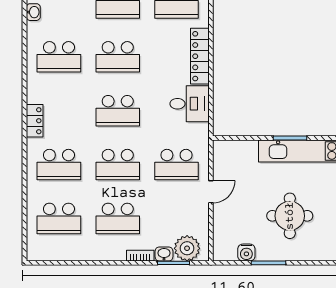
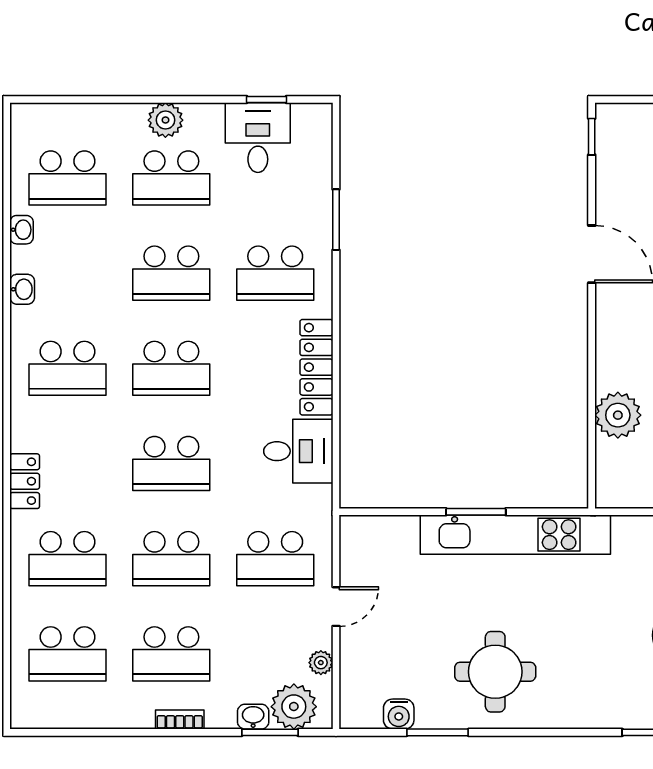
round table: (290, 216) -> (495, 672), moved
plant: (202, 223) -> (321, 663), added
bookcase: (140, 256) -> (180, 720), moved

